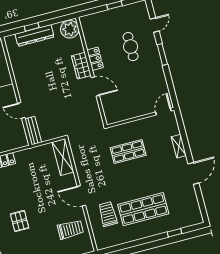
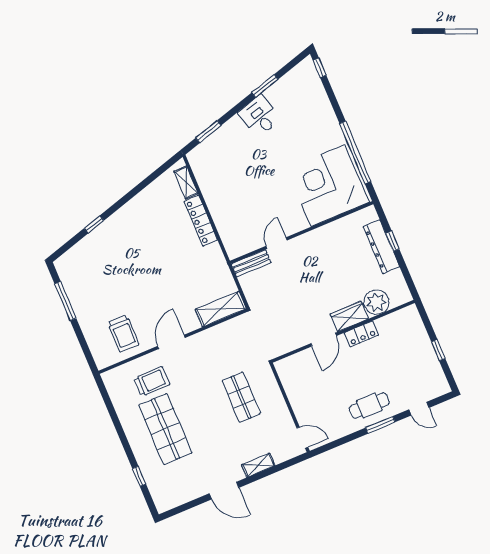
plant: (70, 29) -> (376, 302), moved
cafe table: (131, 47) -> (369, 405), moved
pallet: (20, 221) -> (125, 262), removed

